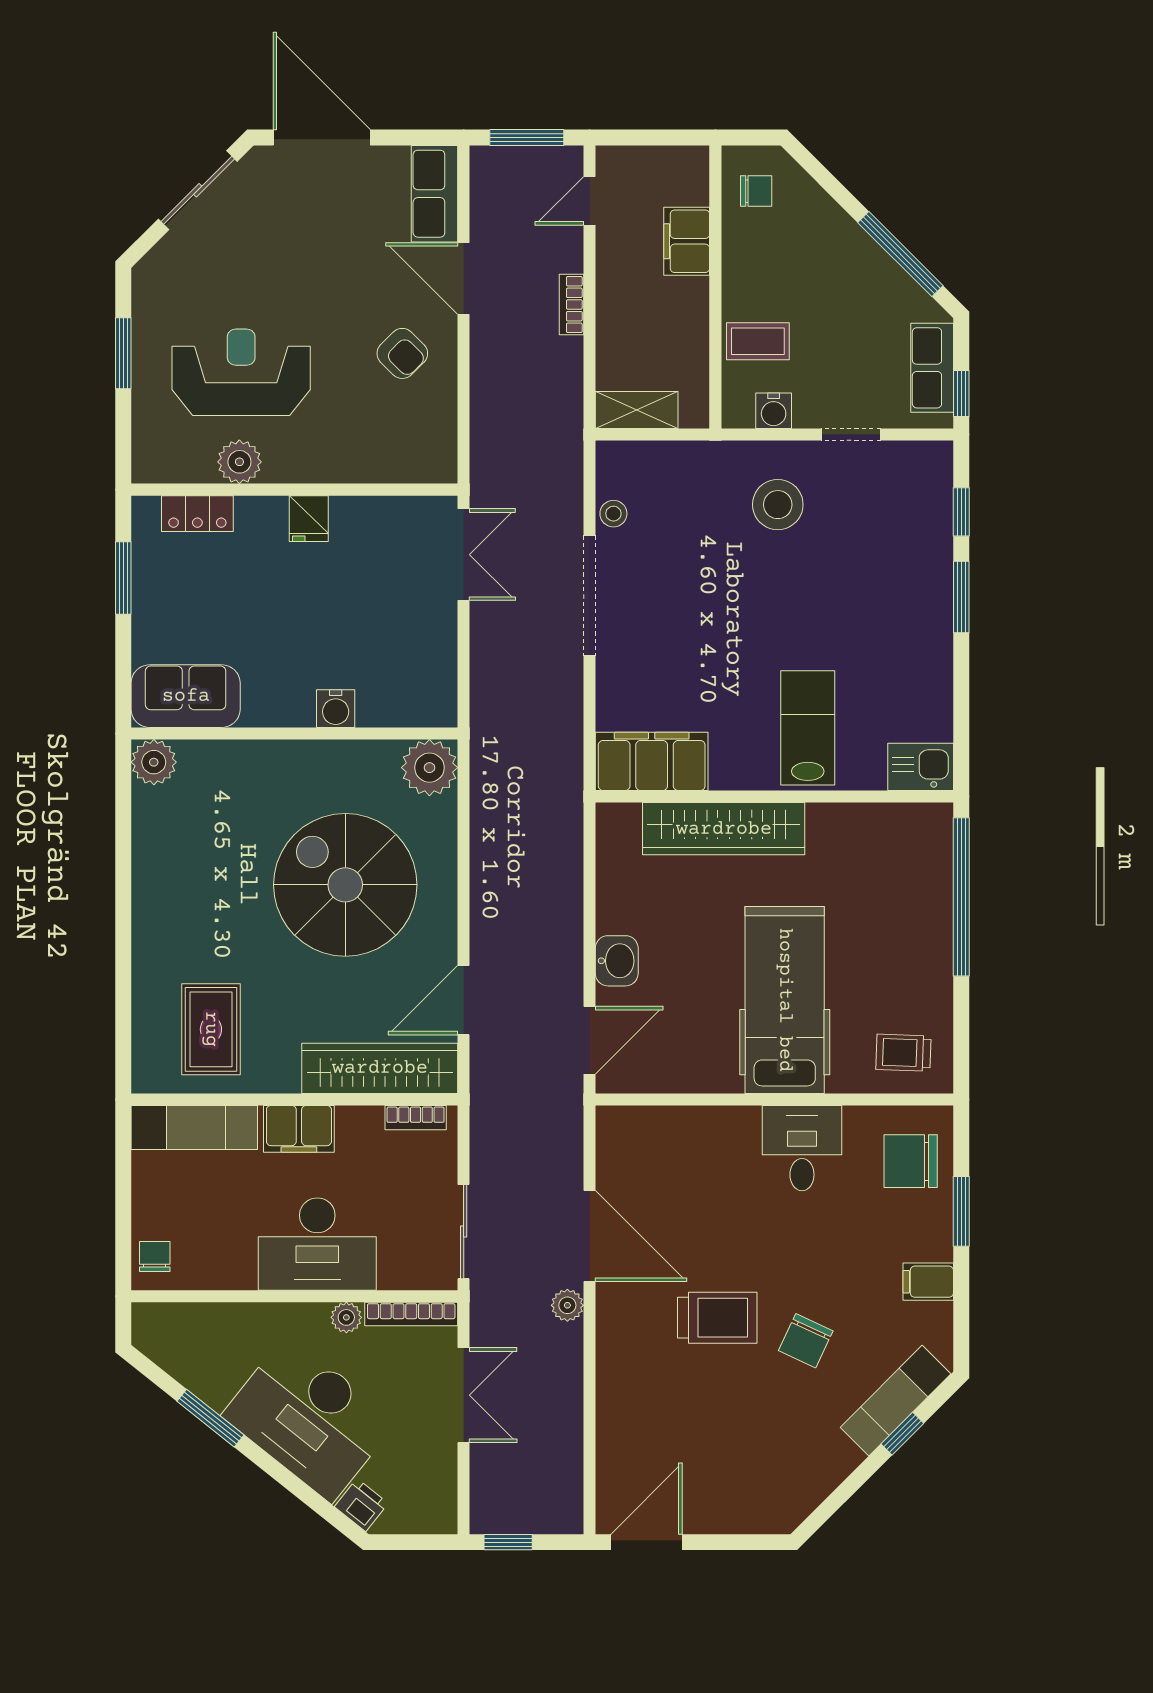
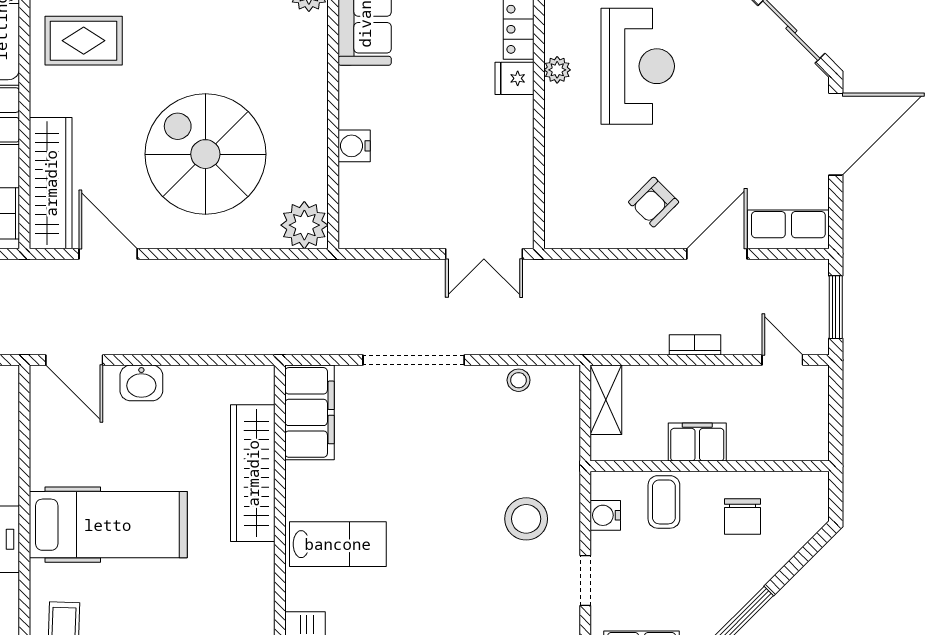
chair: (756, 191) -> (743, 517), moved, width x1.37, depth x1.37
filing cabinet: (687, 241) -> (697, 442), moved
plant: (239, 462) -> (557, 70), width x0.73, depth x0.73
fridge: (309, 519) -> (514, 78), moved
doorway: (589, 595) -> (414, 360), moved
spiral stairs: (345, 885) -> (205, 154), turned -90

